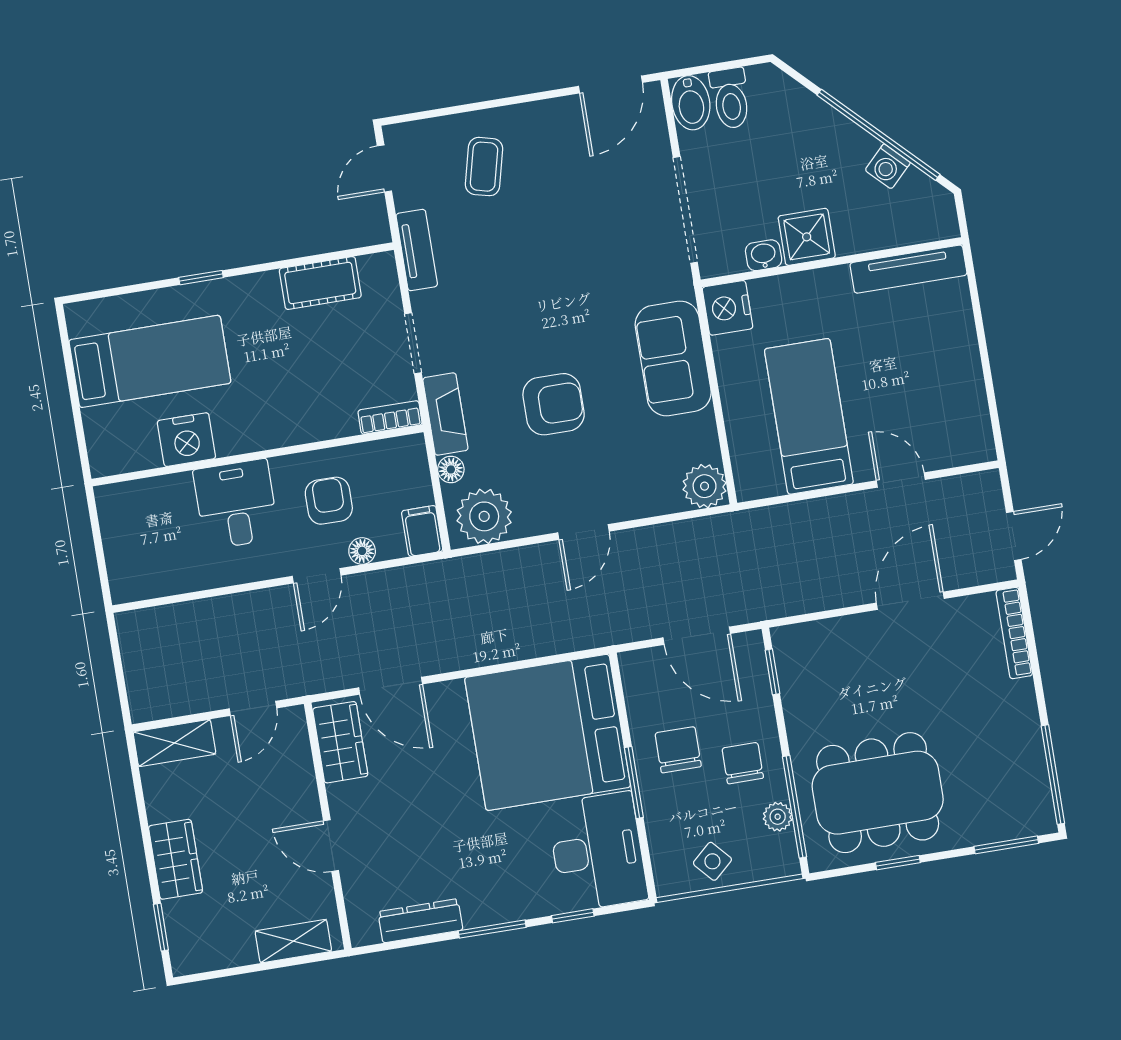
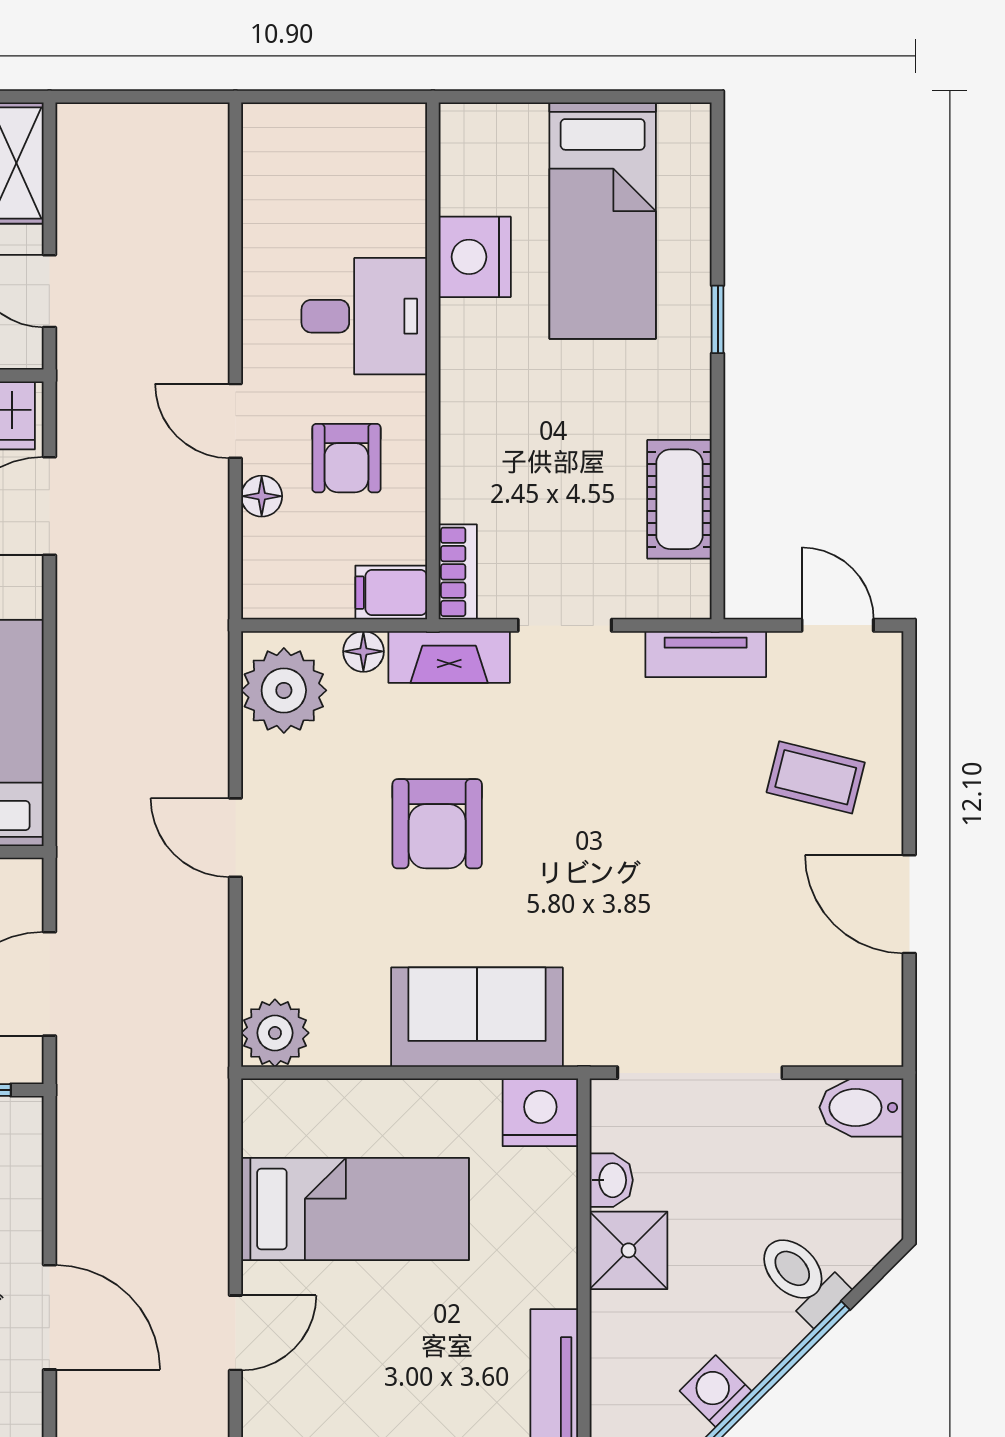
door: (610, 84) -> (909, 904), moved
toilet: (730, 98) -> (801, 1277), moved, turned 45
armchair: (329, 501) -> (346, 458), turned 90
filing cabinet: (422, 531) -> (391, 593), moved, turned 180

